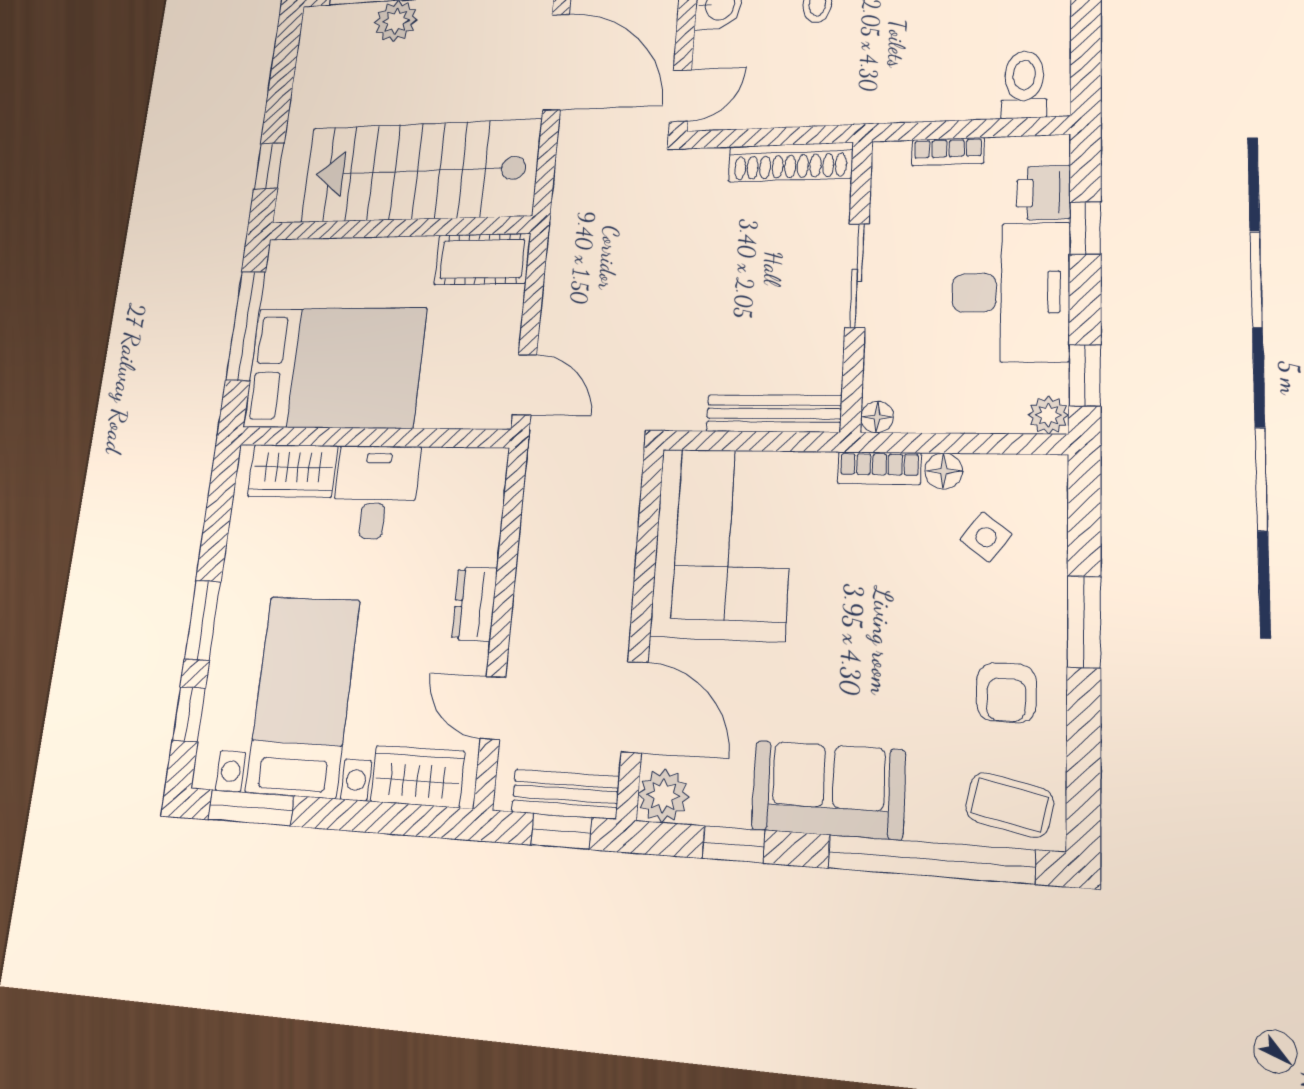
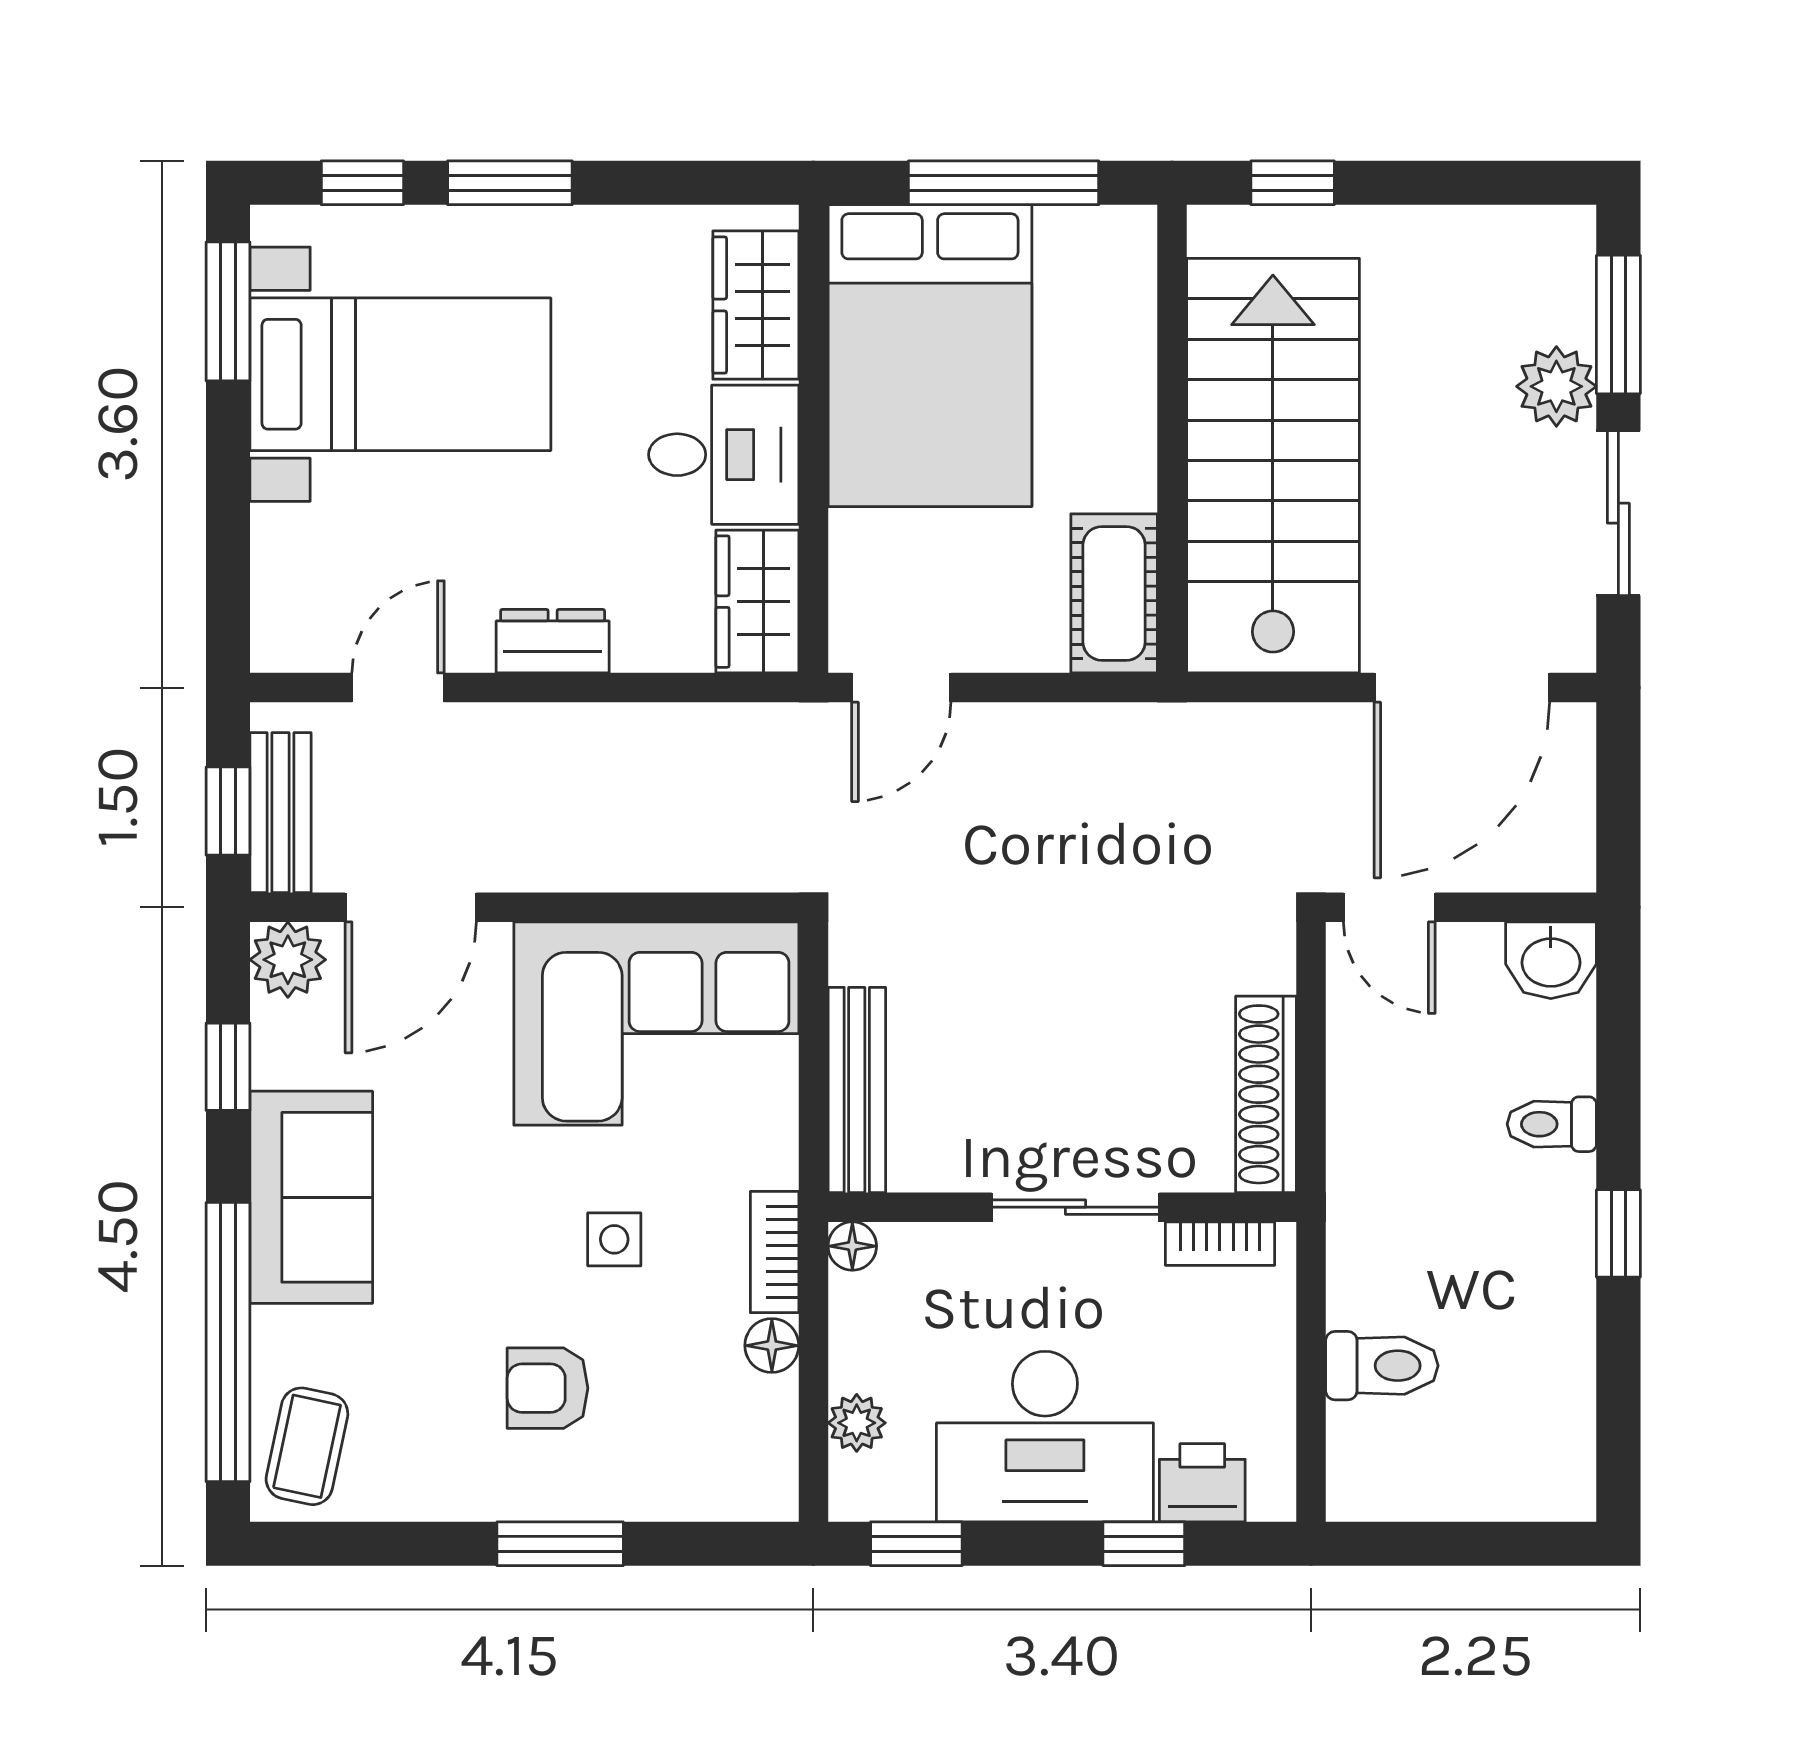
toilet: (1024, 84) -> (1382, 1366), moved
bookcase: (948, 152) -> (1220, 1244), moved, turned -90
plant: (1048, 415) -> (857, 1423), moved
side table: (986, 537) -> (614, 1239), moved, turned -37
armchair: (1006, 693) -> (548, 1388), moved
wardrobe: (418, 776) -> (757, 602), moved, turned 180

